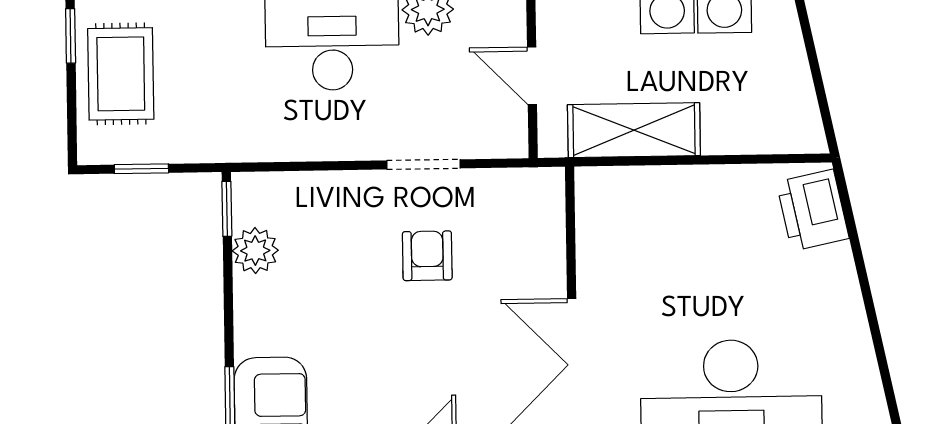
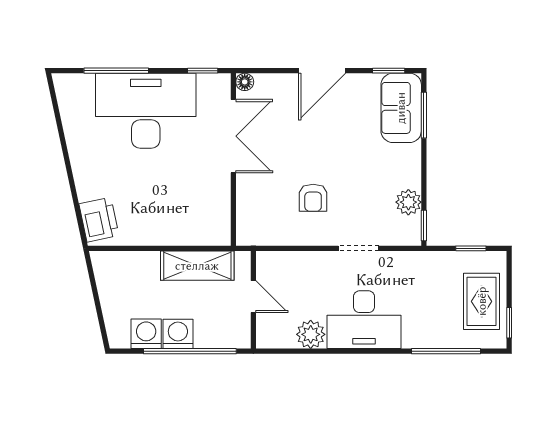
doorway: (424, 164) -> (359, 248), moved

